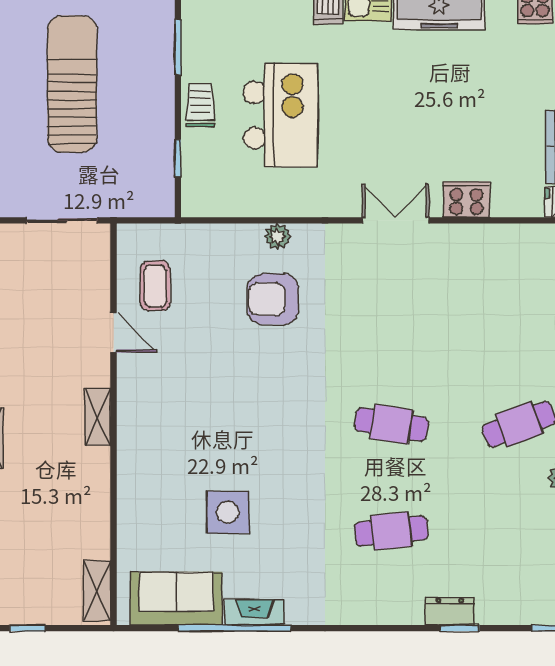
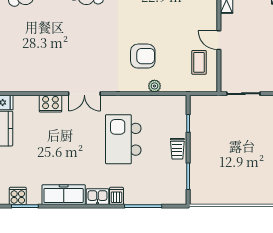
sun lounger: (72, 84) -> (239, 159), removed
kitchen island: (281, 115) -> (123, 139), moved
plant: (277, 236) -> (154, 86), moved

